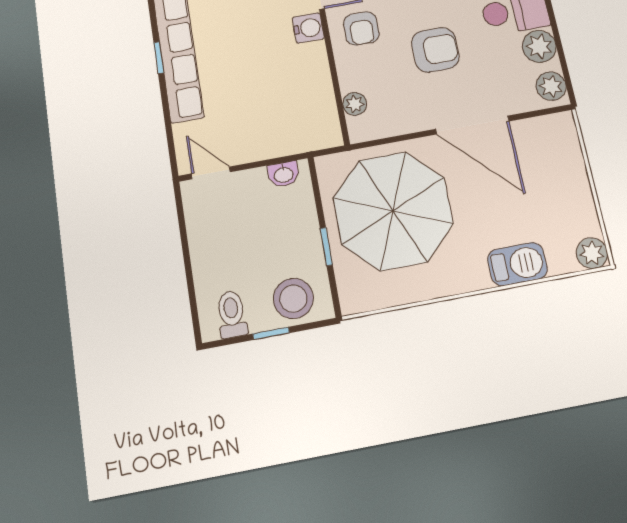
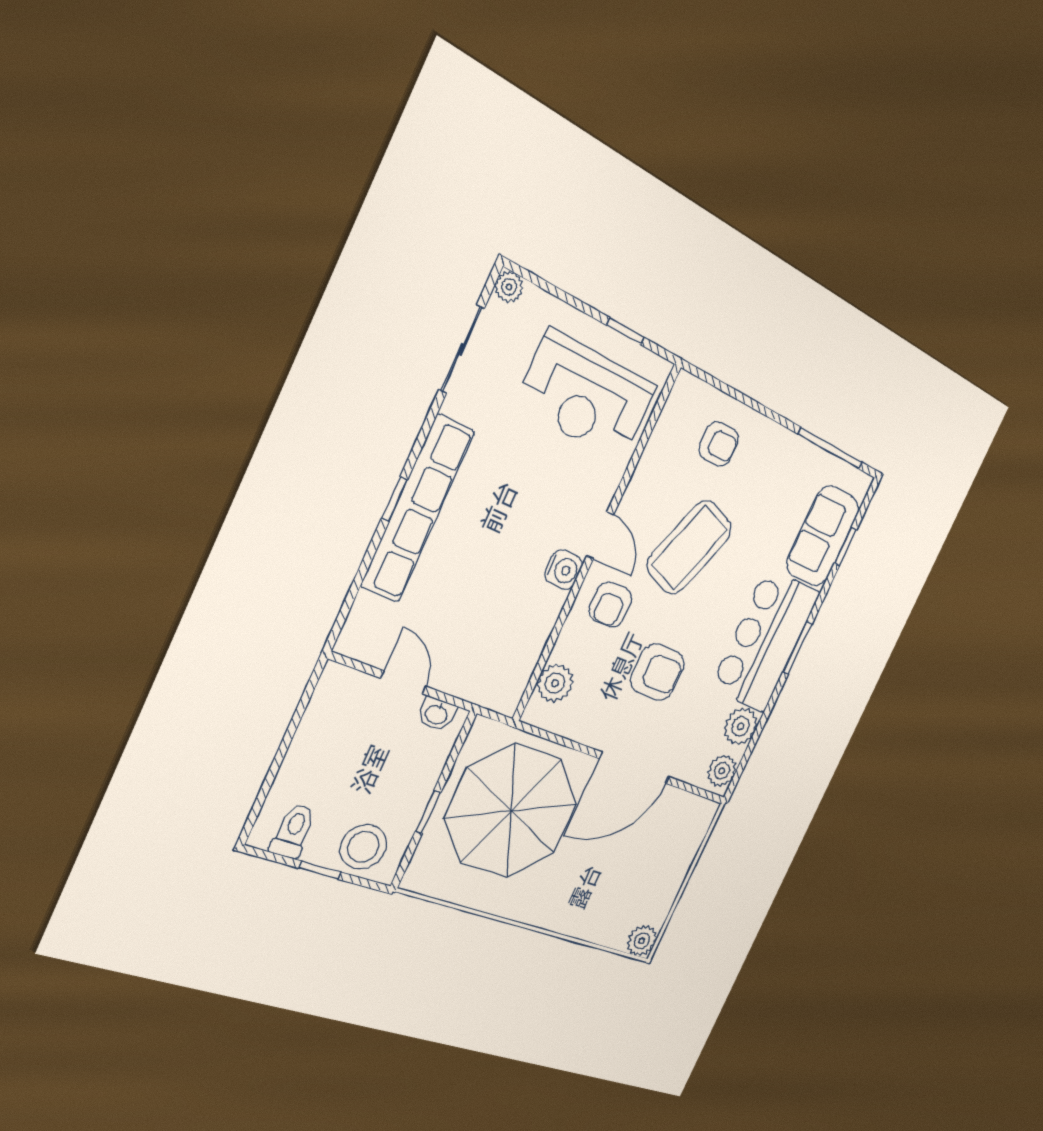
plant: (355, 104) -> (555, 683), width x1.38, depth x1.38
door: (472, 125) -> (635, 768), hinge flipped
door: (211, 173) -> (403, 682), moved
barbecue: (517, 264) -> (578, 919), removed

